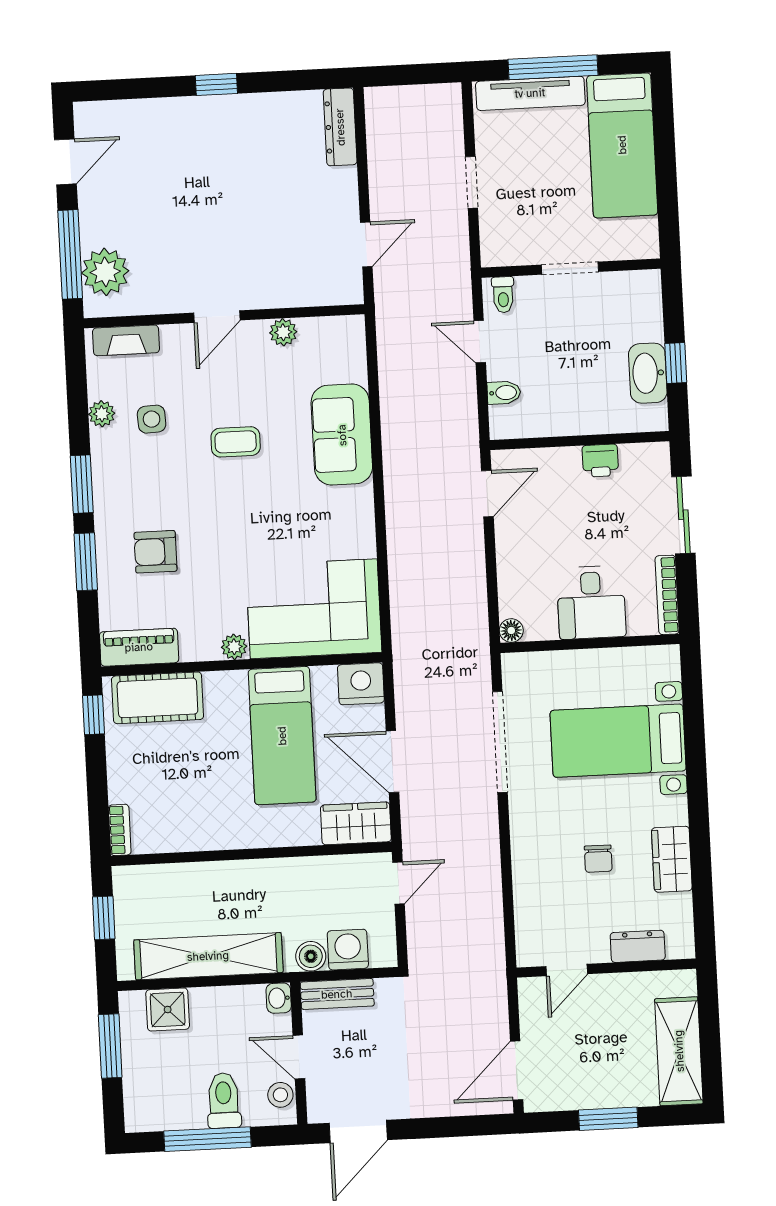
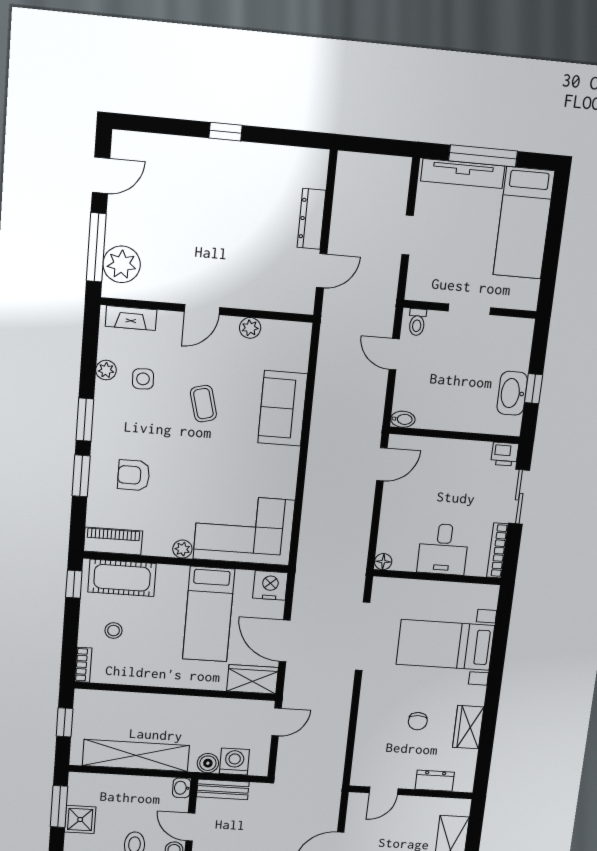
dresser: (340, 127) -> (311, 219), moved
bidet: (504, 393) -> (403, 419), moved
coffee table: (236, 442) -> (203, 404), turned 75
printer: (600, 461) -> (505, 454), moved
stool: (155, 775) -> (114, 631), added
shower: (168, 1010) -> (80, 820), moved

